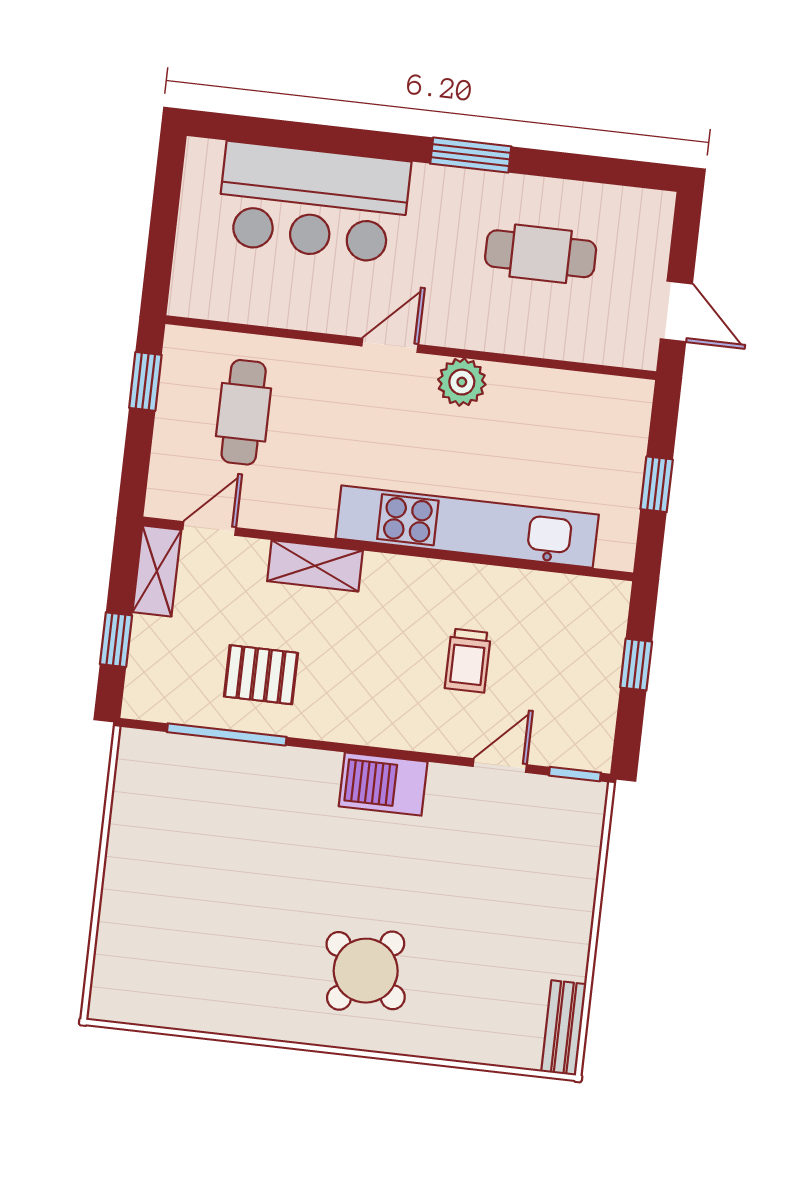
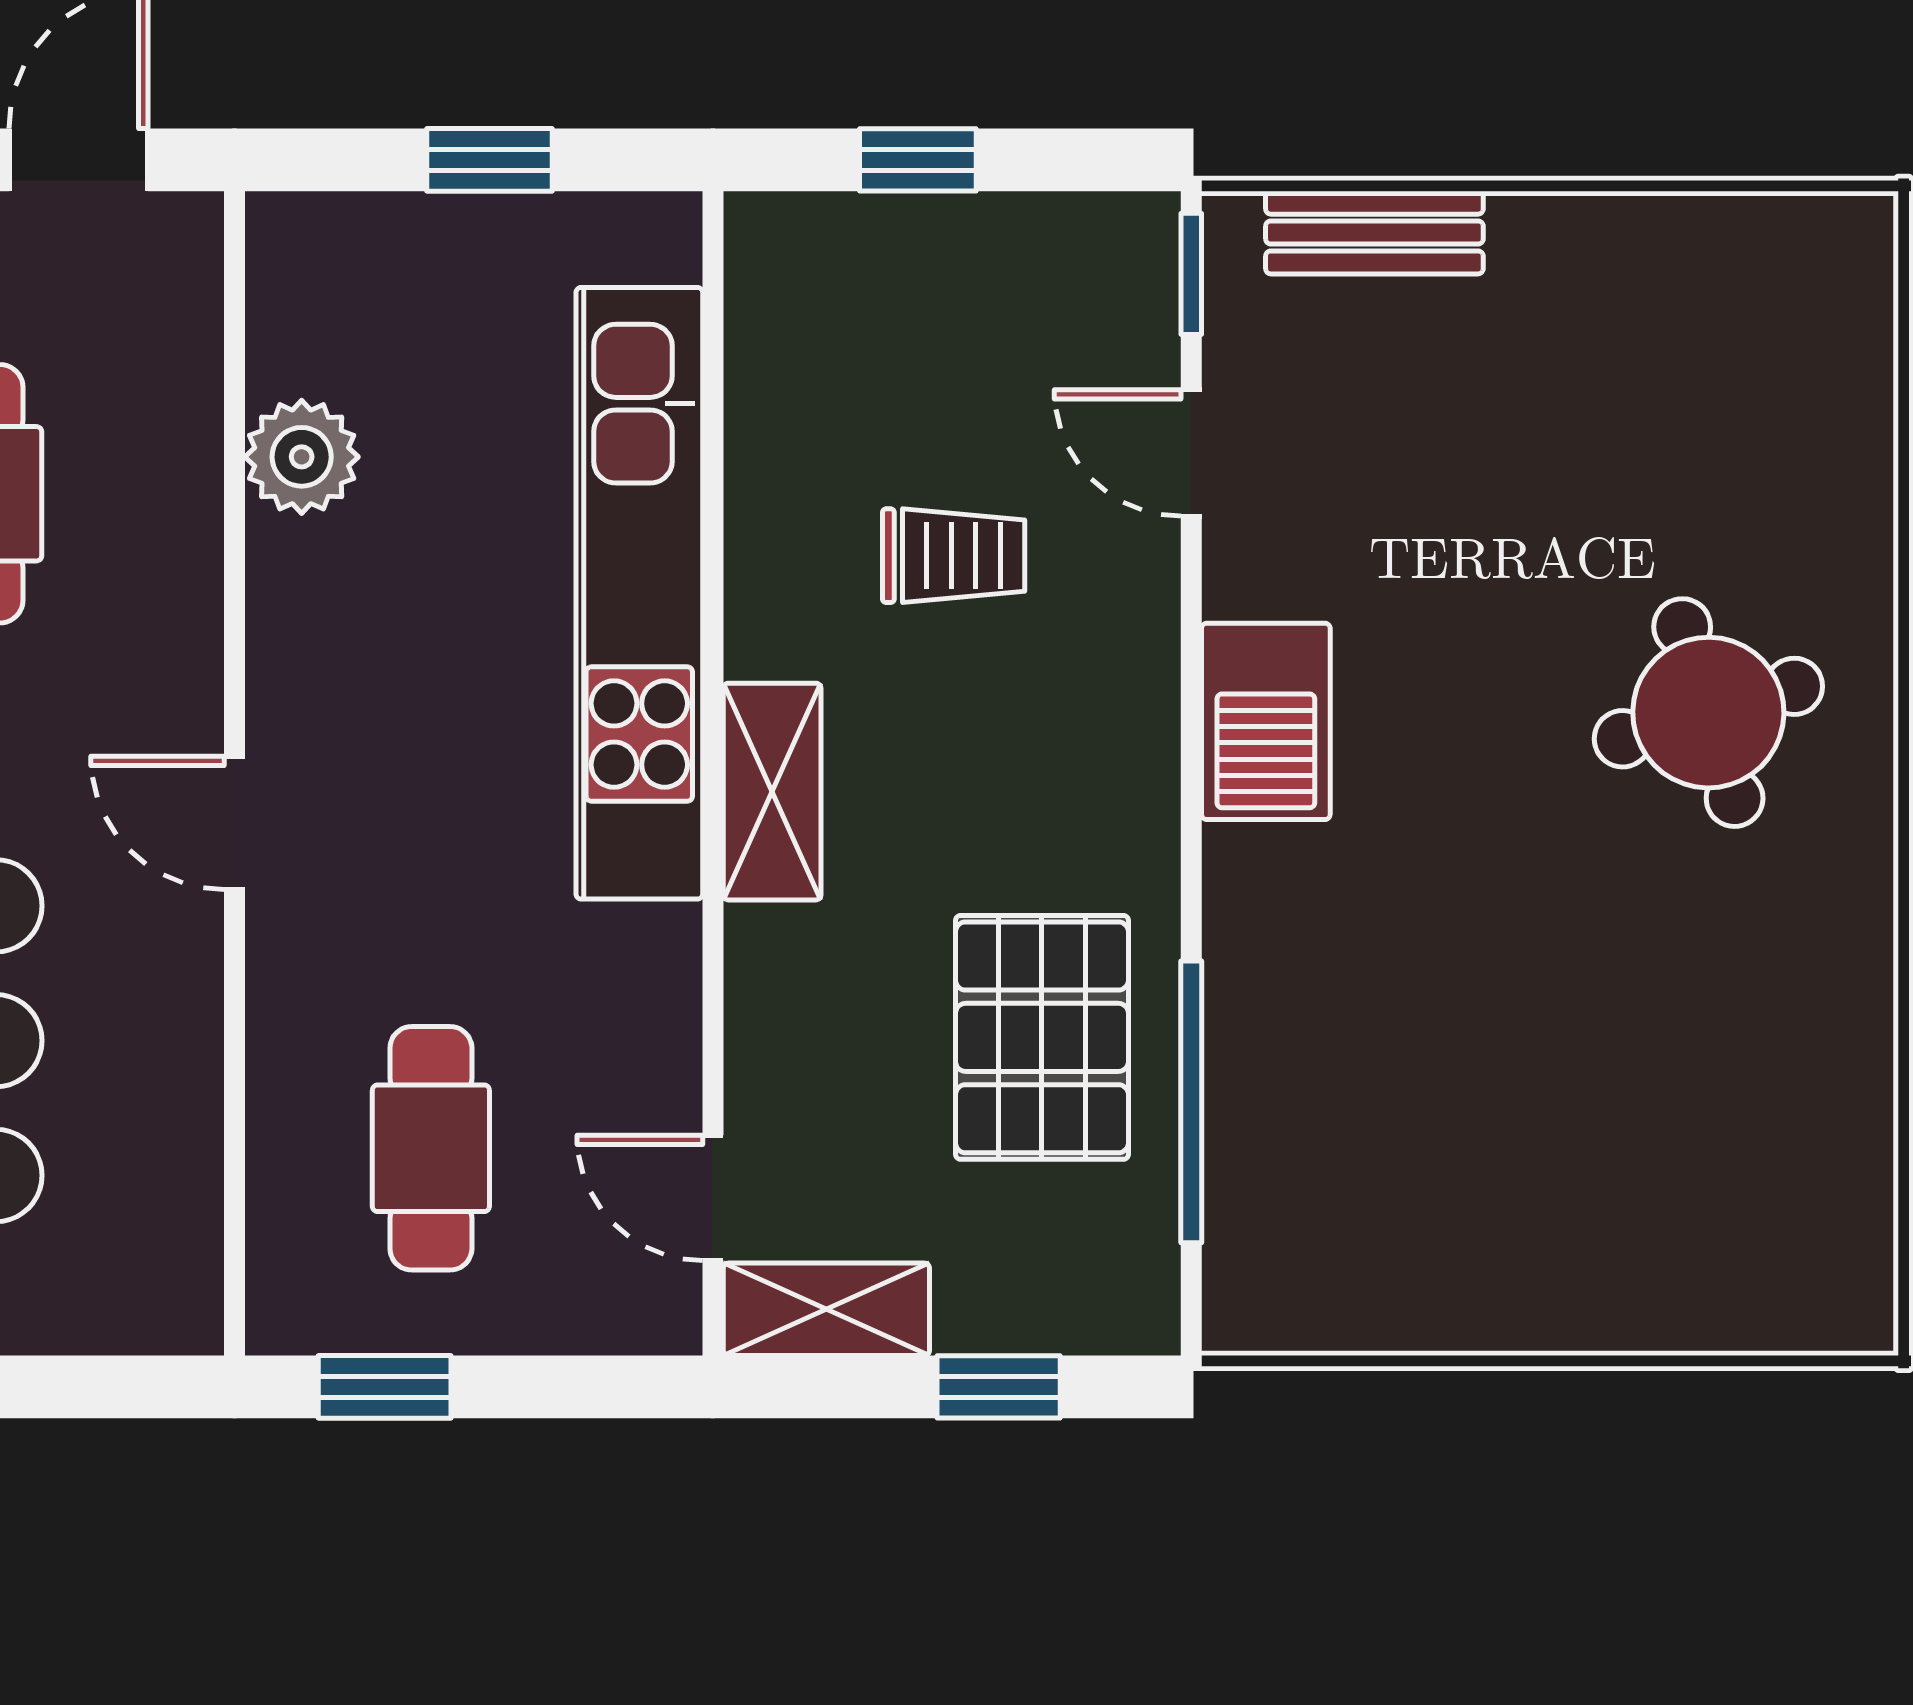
plant: (462, 382) -> (302, 457), moved
cafe table: (244, 412) -> (431, 1148), turned 90
shelving: (315, 566) -> (772, 792), moved
pallet: (261, 675) -> (1042, 1037), width x1.50, depth x1.42
round table: (366, 971) -> (1708, 713), turned 35
bench: (564, 1028) -> (1374, 233), moved

